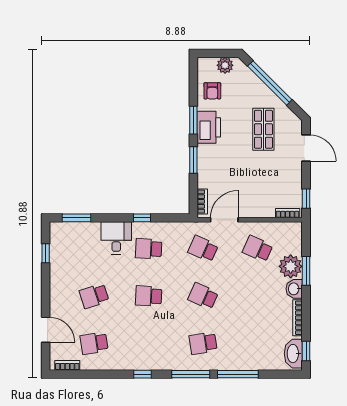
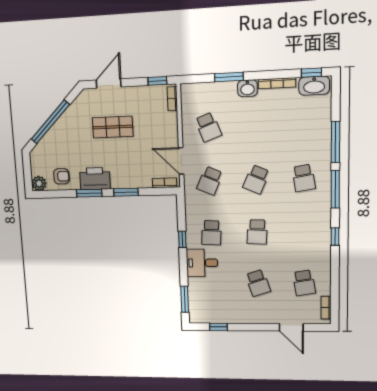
plant: (225, 65) -> (39, 183), moved
shop shelf: (263, 129) -> (113, 127), moved
school desk: (258, 249) -> (208, 127), turned -45
plant: (291, 266) -> (225, 93), removed
door: (46, 330) -> (291, 327), swing flipped

